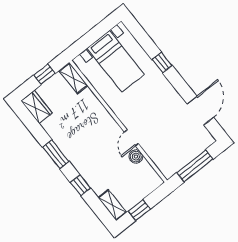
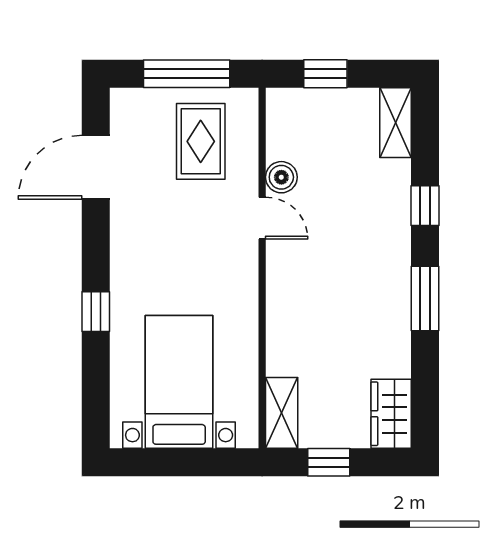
door: (131, 138) -> (262, 218), hinge flipped
rug: (172, 147) -> (201, 141), added
window: (139, 210) -> (325, 74), moved

